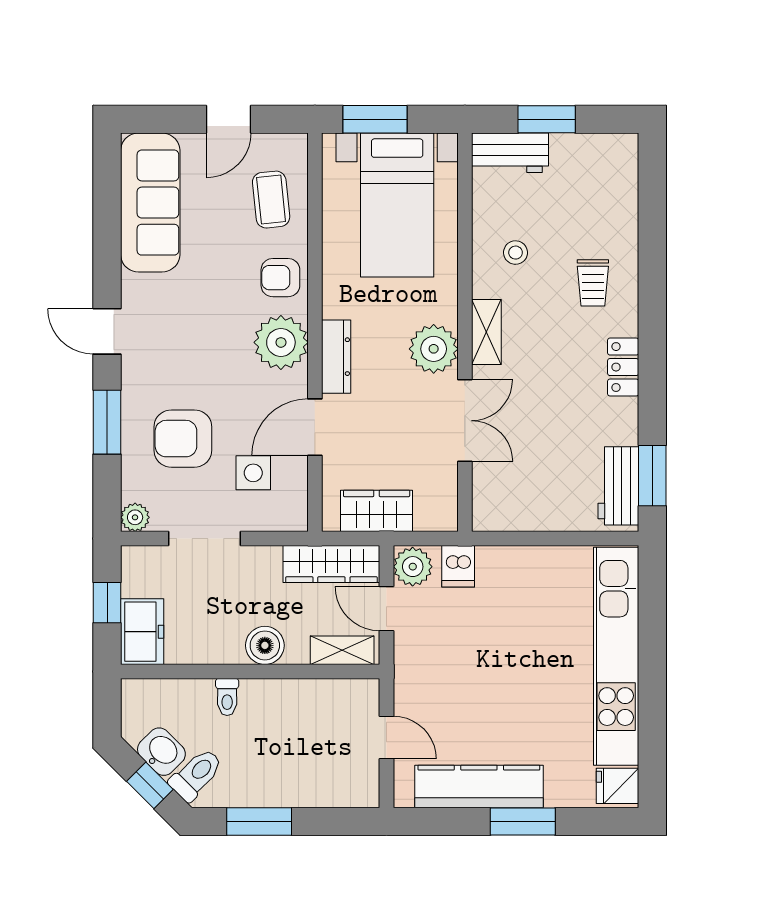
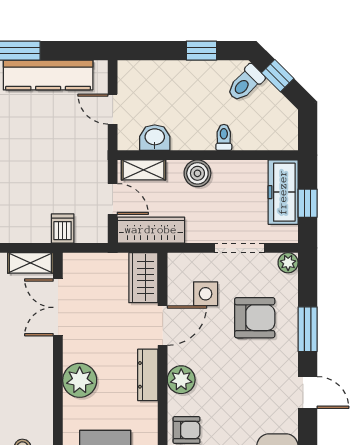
shelving: (486, 332) -> (30, 263), moved, turned 90
plant: (281, 342) -> (181, 380), width x0.73, depth x0.73
double door: (465, 421) -> (58, 307), moved
wardrobe: (377, 511) -> (143, 278), moved, turned 90
plant: (413, 567) -> (94, 228), removed
freezer: (142, 632) -> (283, 192), width x1.40
washbasin: (161, 752) -> (155, 138), moved, turned 135
window: (259, 821) -> (201, 51), width x0.67

